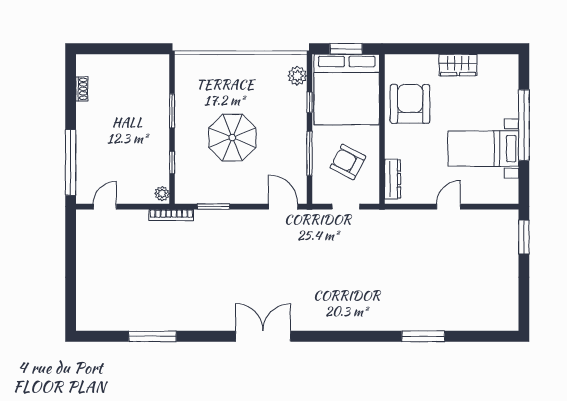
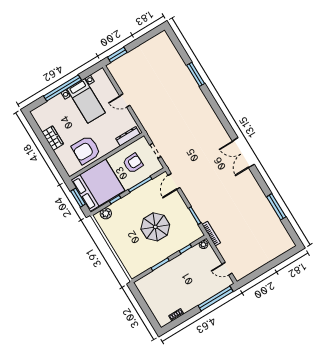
armchair: (348, 162) -> (133, 163), turned -120

